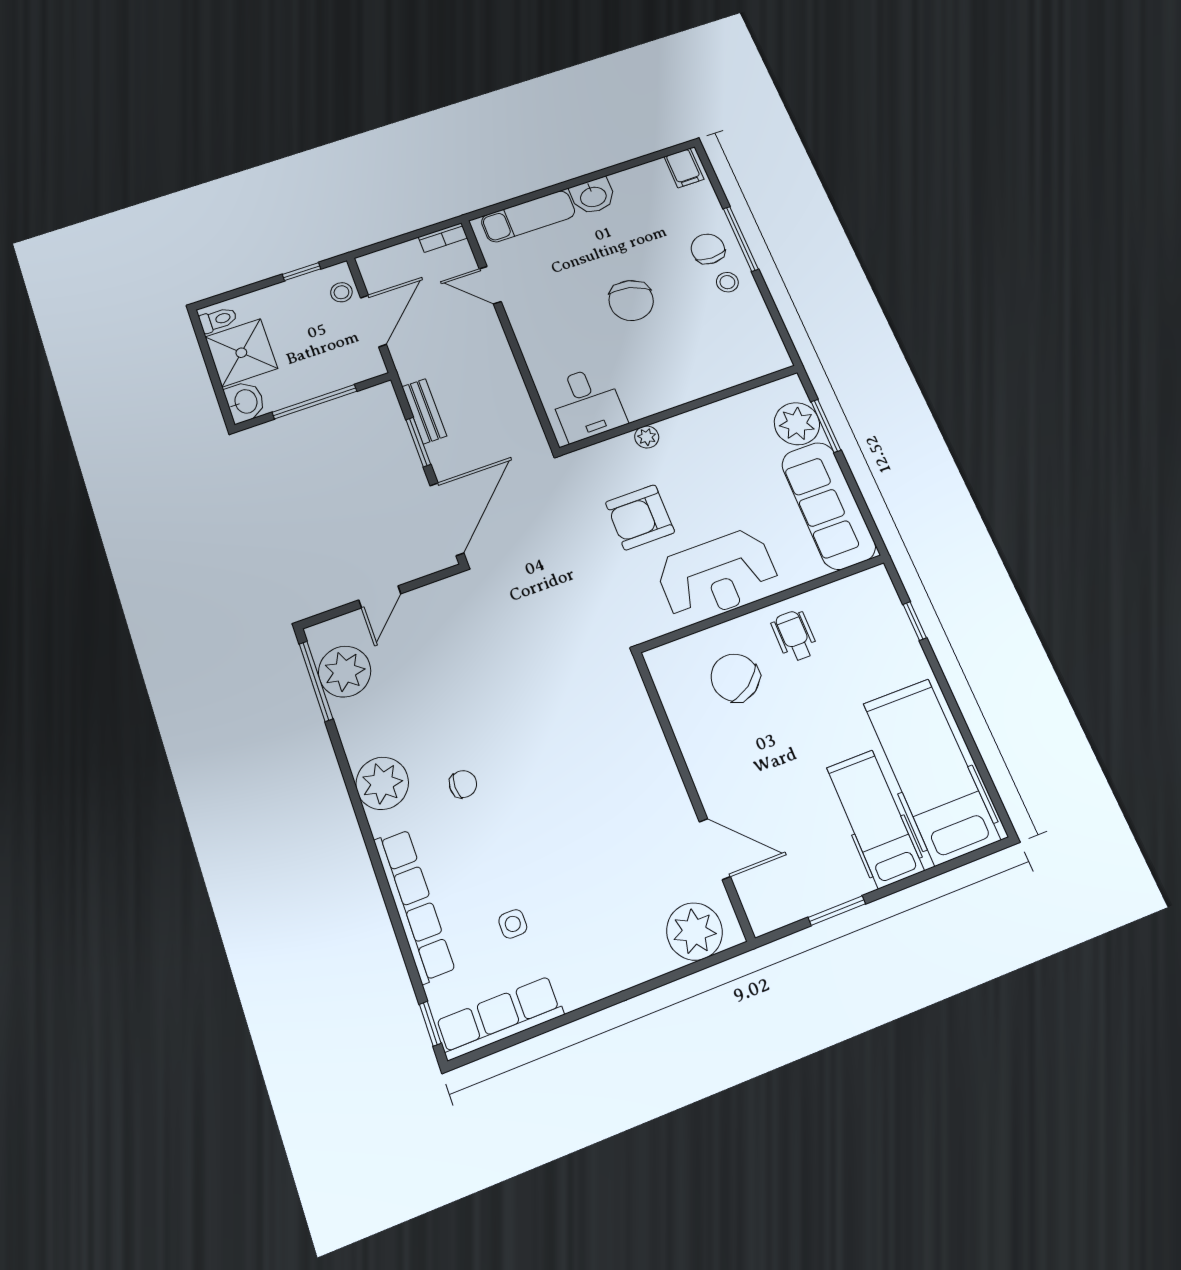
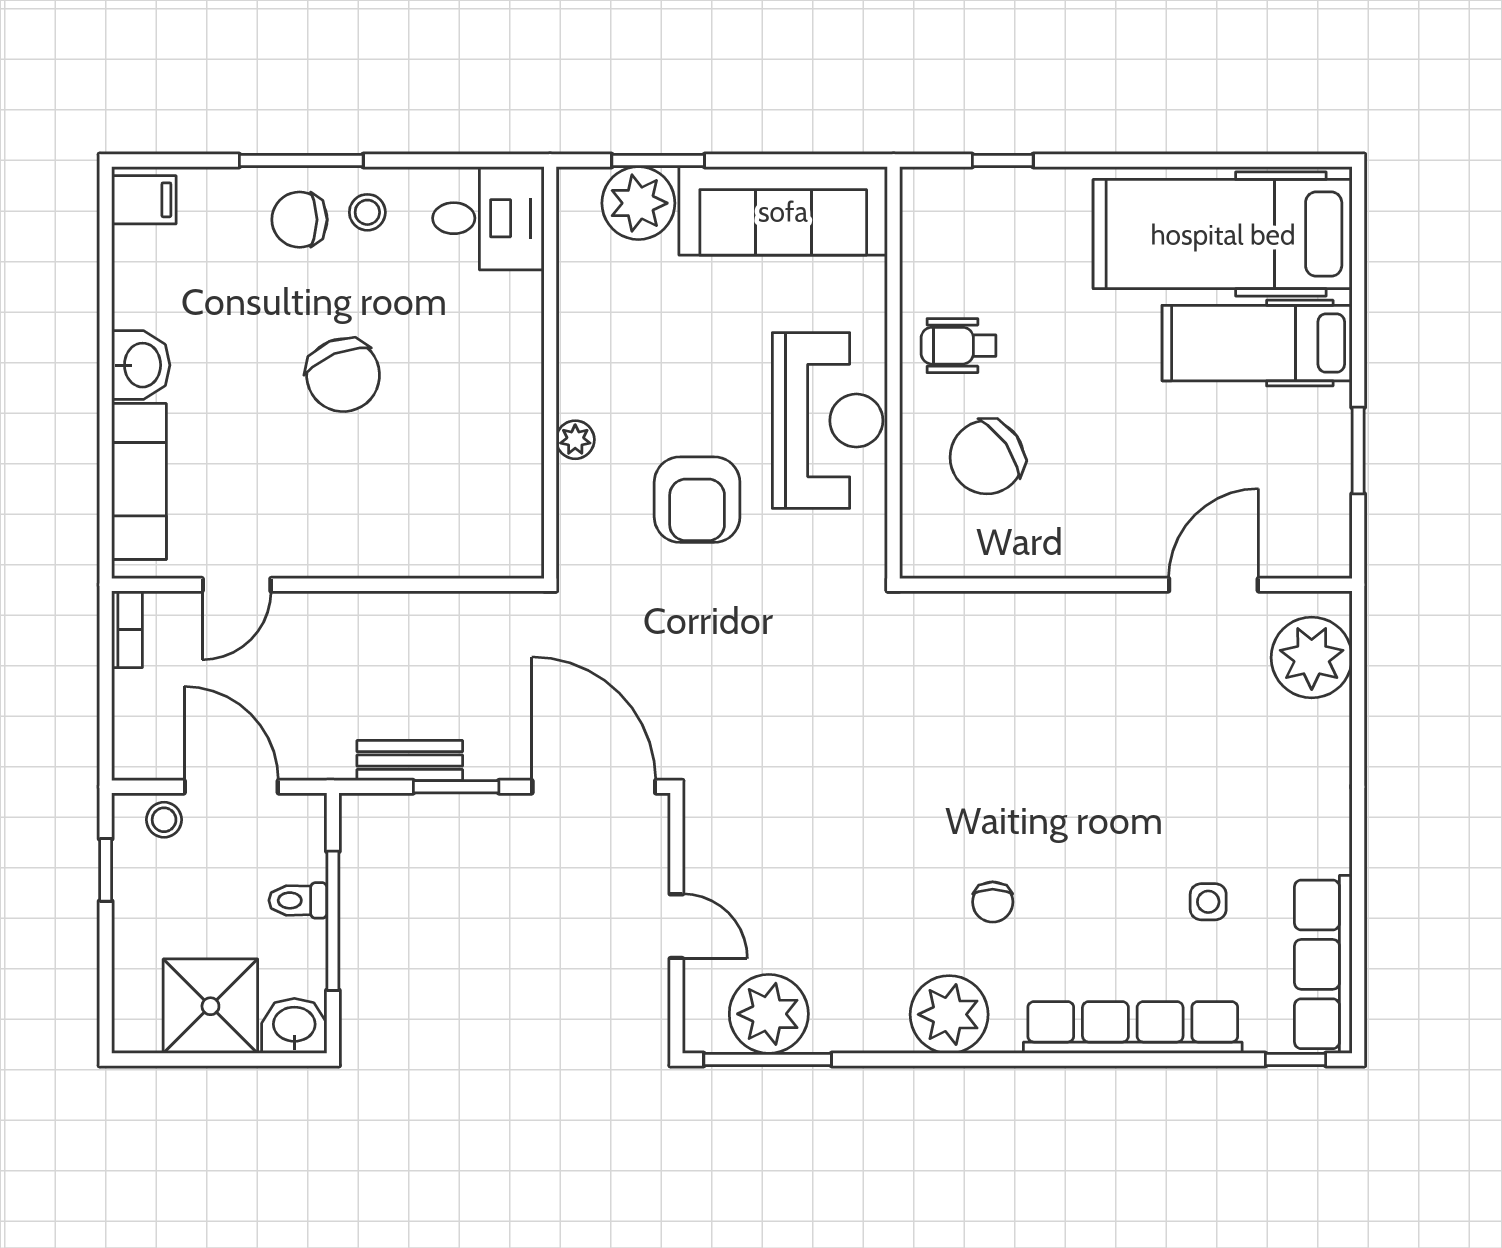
chair: (631, 300) -> (343, 375), turned 54
toilet: (218, 320) -> (298, 900), moved, turned -90
desk: (587, 404) -> (488, 218), moved
chair: (463, 784) -> (993, 902), turned 180

